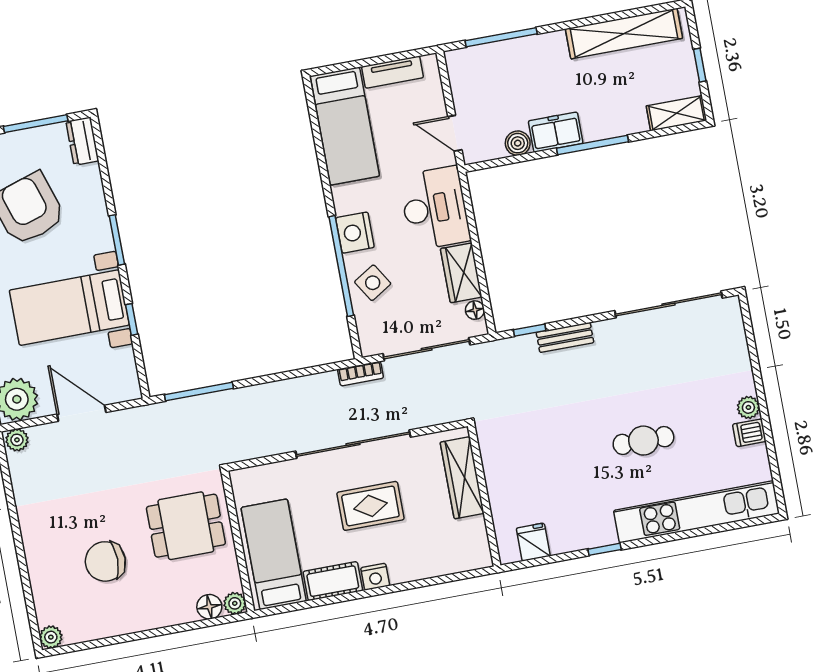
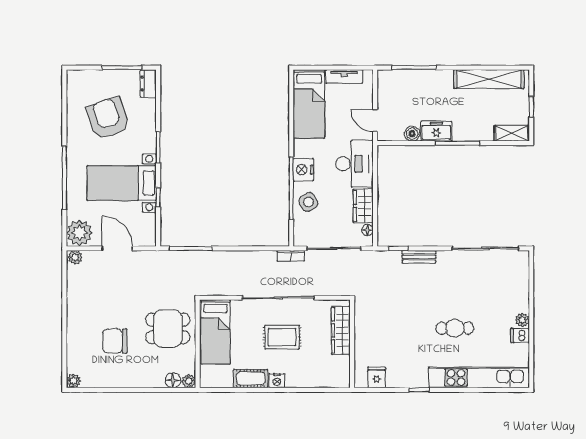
bed: (274, 554) -> (215, 332), moved, turned 180

